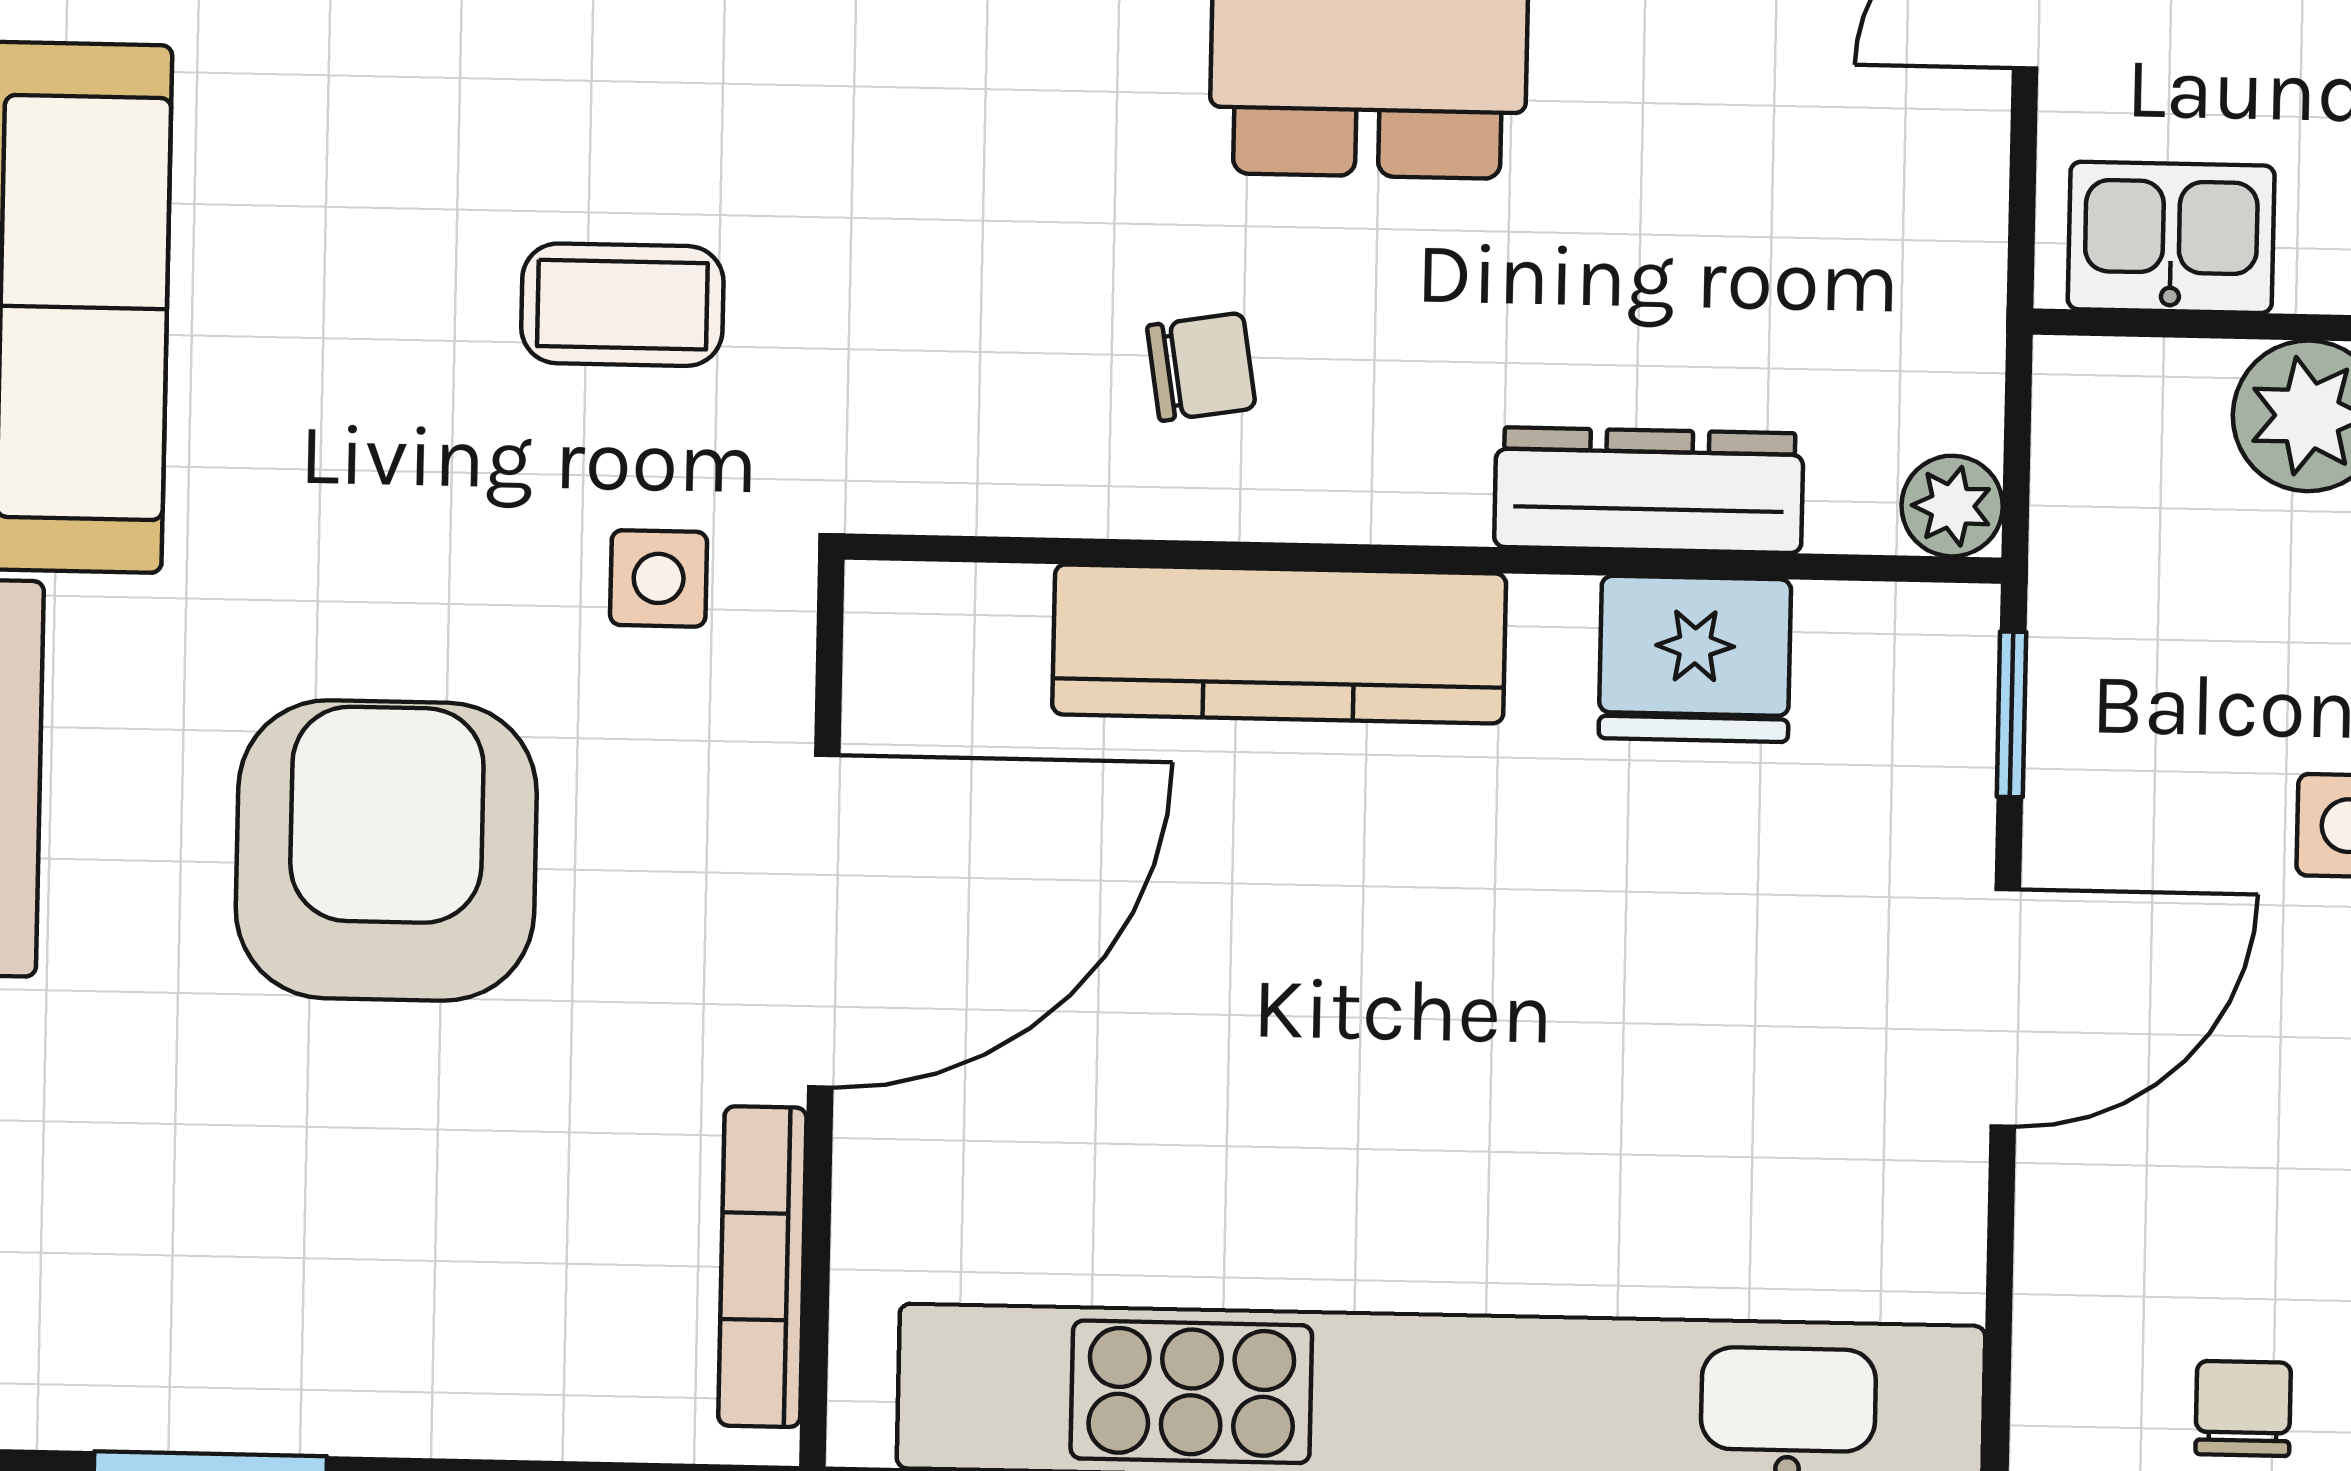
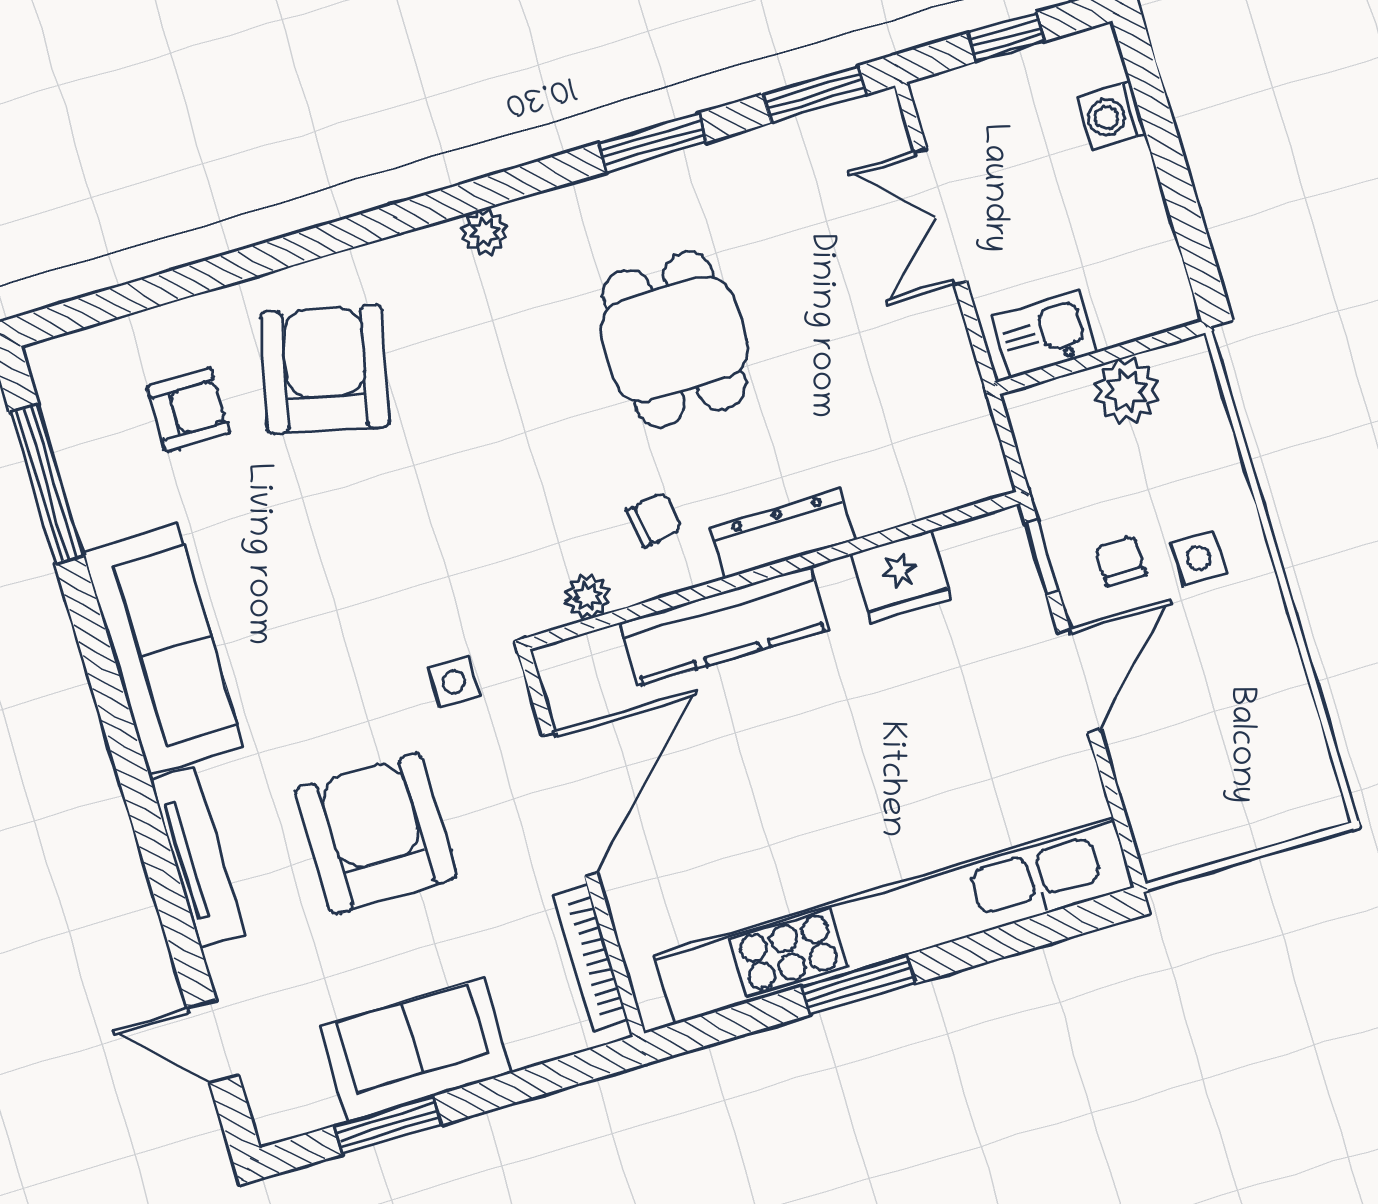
coffee table: (622, 305) -> (402, 572), removed
dresser: (1649, 490) -> (783, 534), moved
plant: (1952, 506) -> (587, 597), moved
sofa: (323, 1344) -> (416, 1050), added
chair: (2243, 1408) -> (1121, 561), moved

